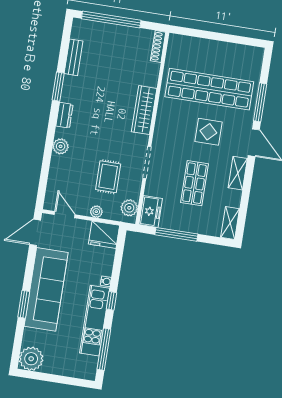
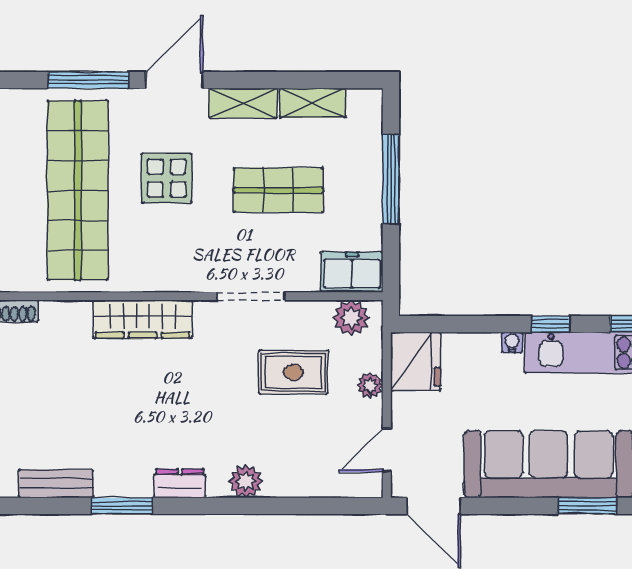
shelving: (230, 223) -> (313, 103), moved
window: (176, 234) -> (391, 179), moved

